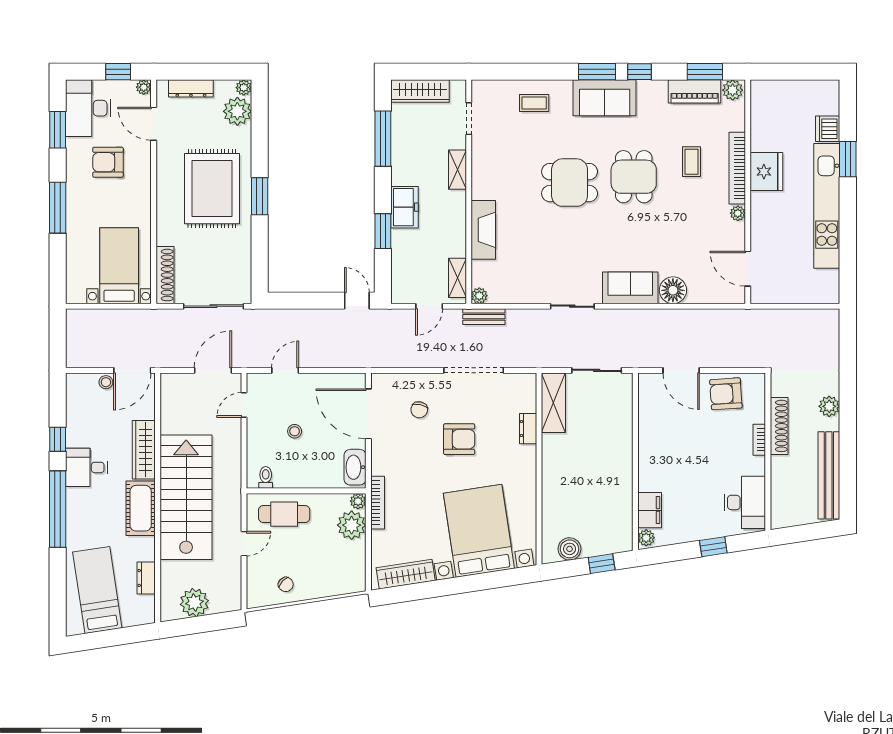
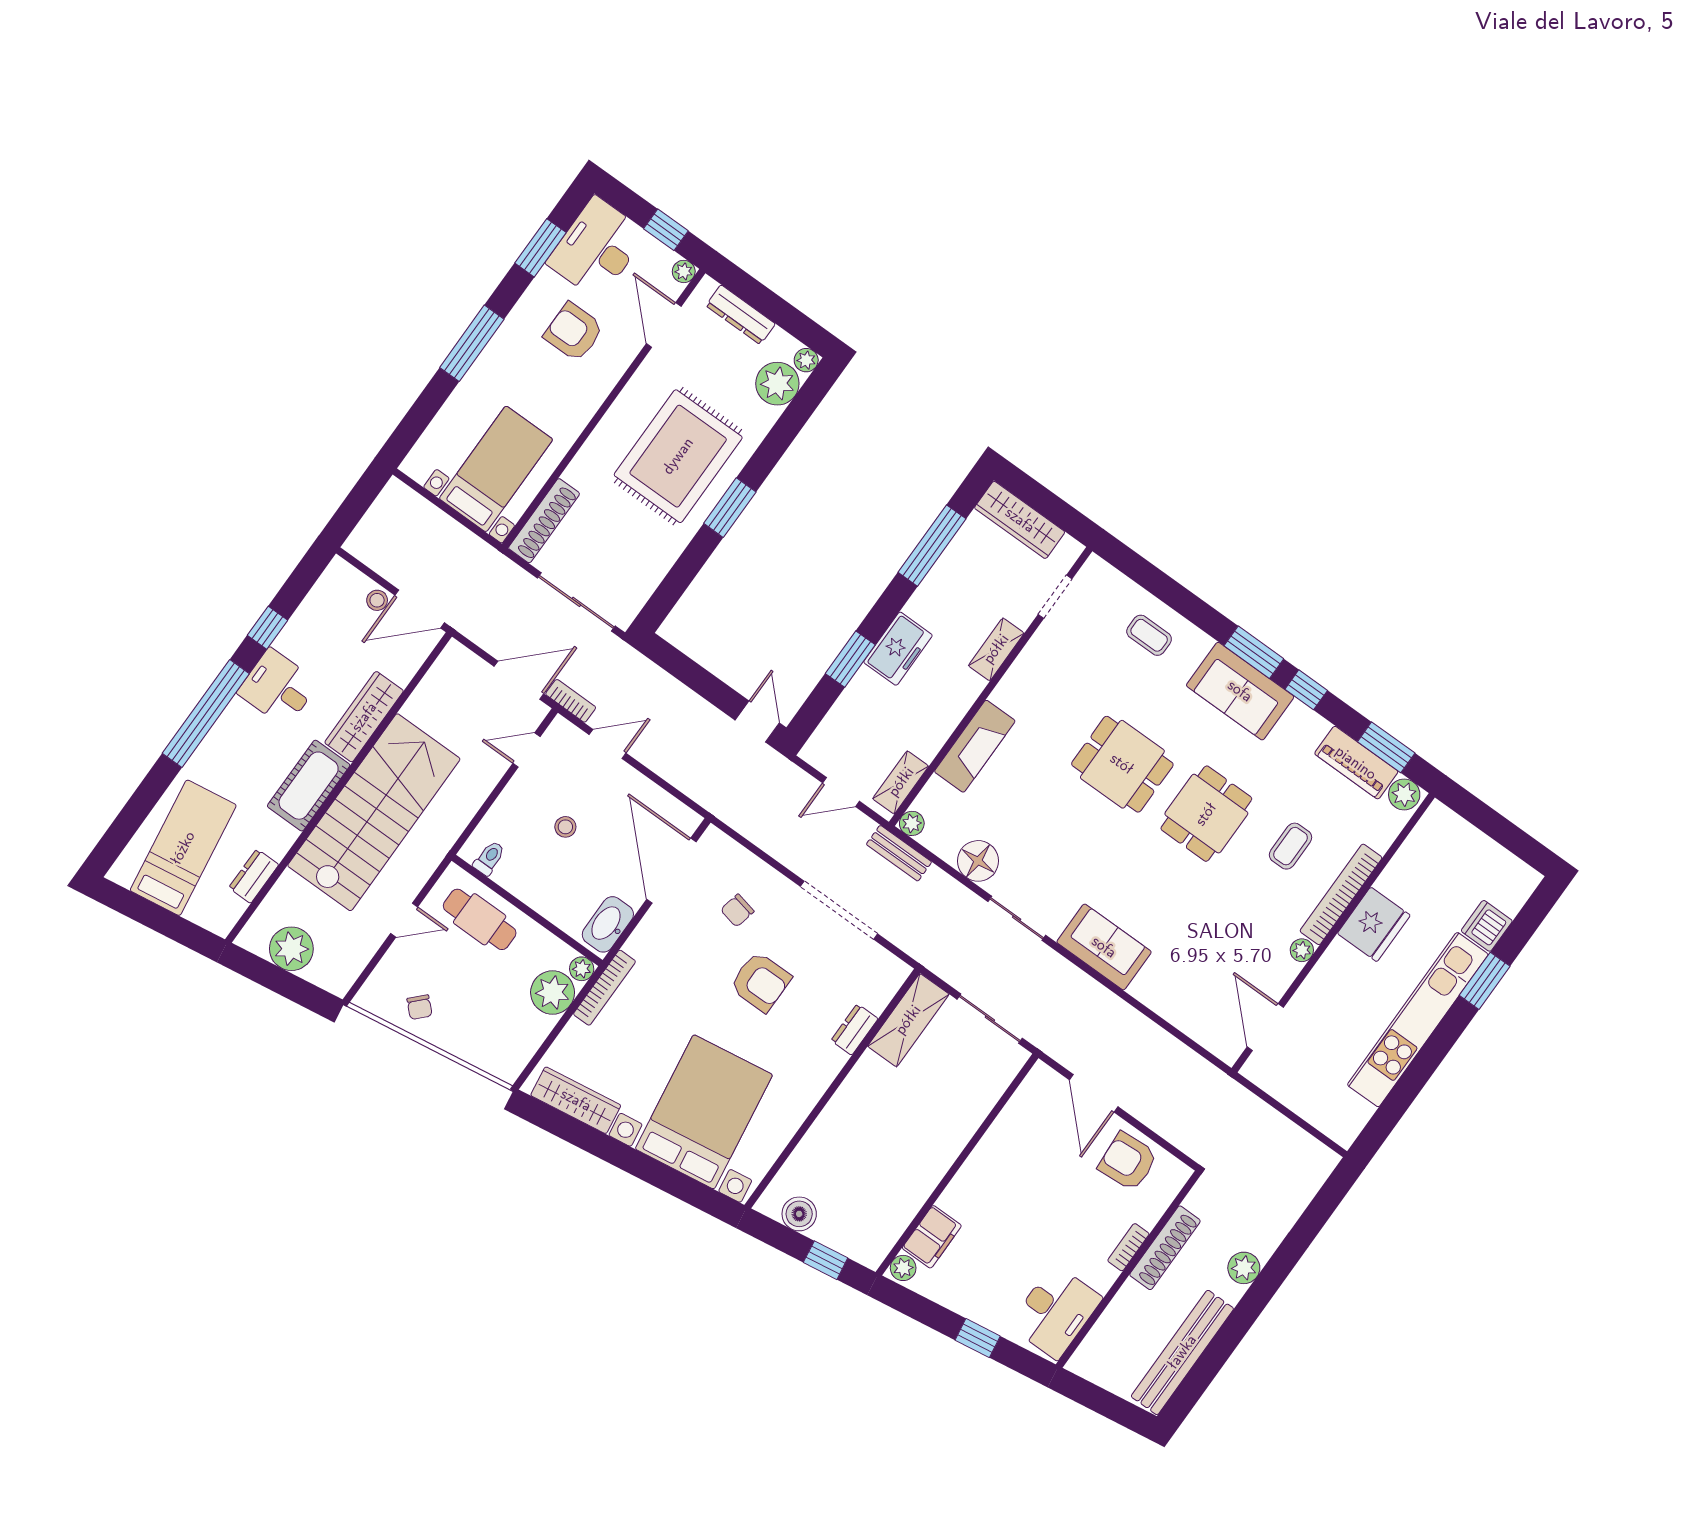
floor lamp: (673, 290) -> (978, 861), moved
bookcase: (249, 361) -> (571, 701), added

